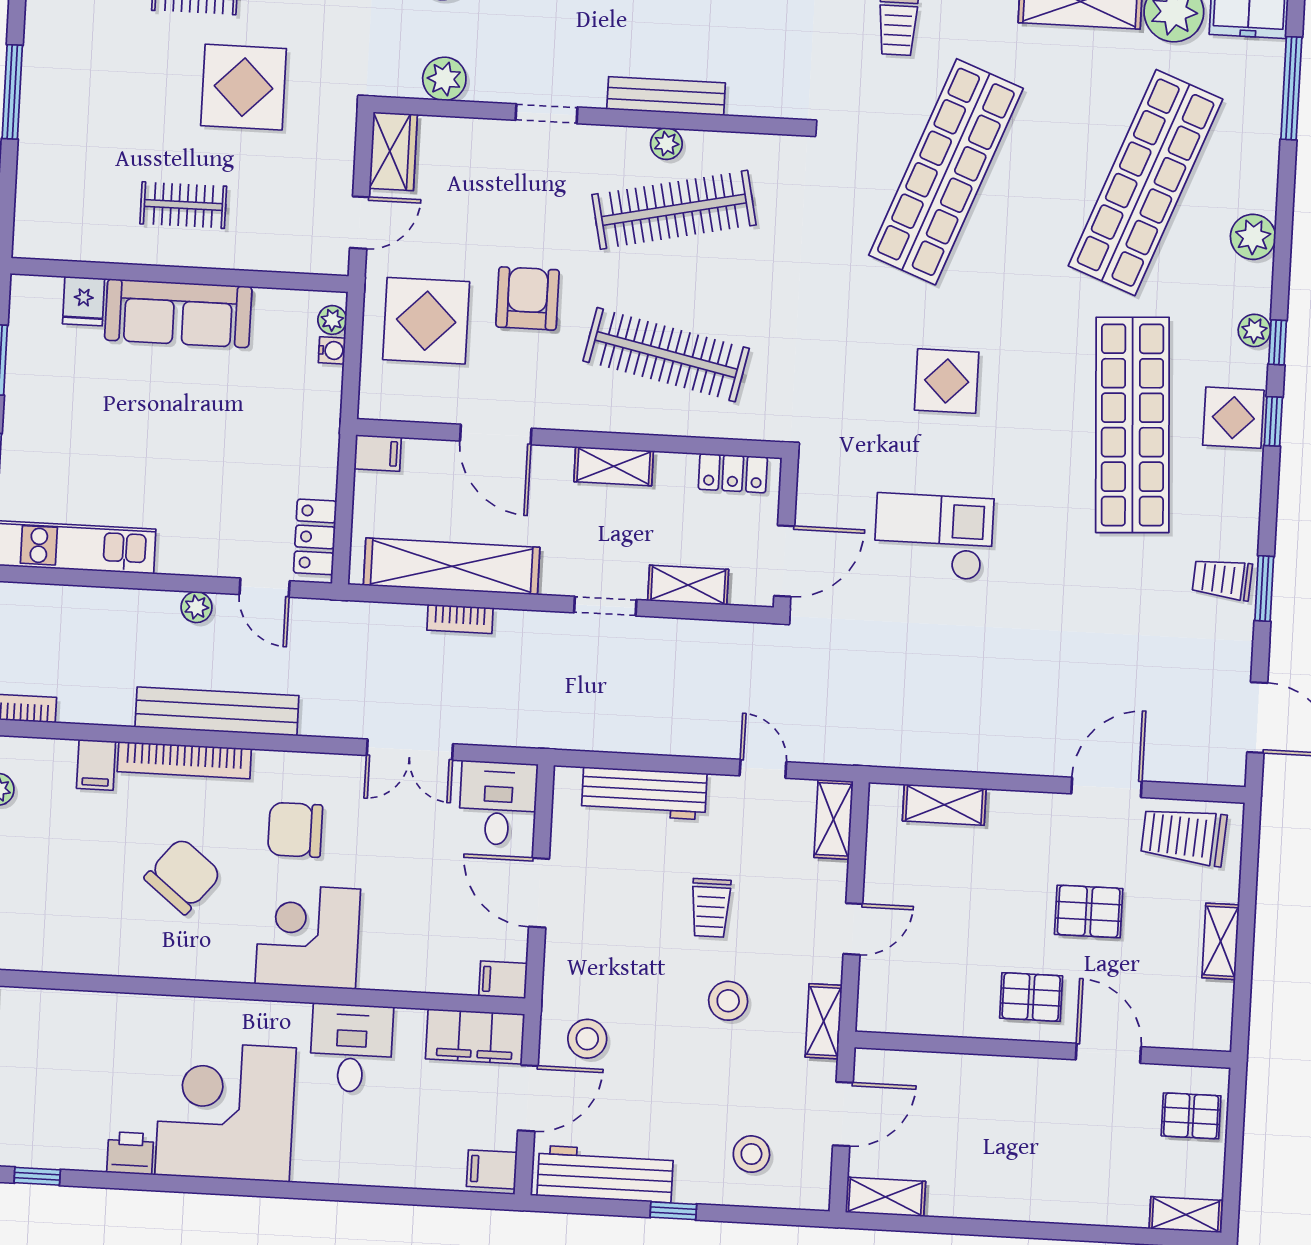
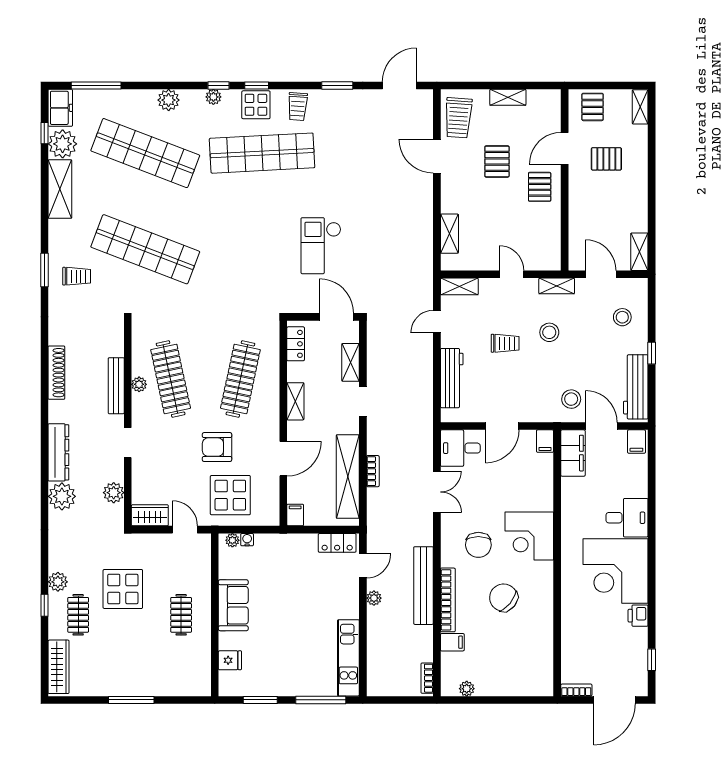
sofa: (178, 313) -> (233, 605), width x0.73
display table: (947, 381) -> (246, 243), removed
trolley: (1222, 579) -> (298, 107), moved
desk: (351, 1048) -> (627, 518), moved, turned 180
pallet: (1082, 1139) -> (606, 159), added

